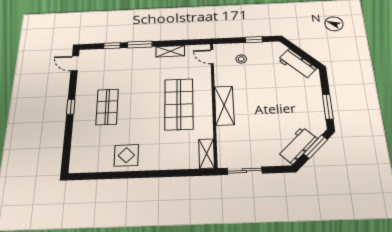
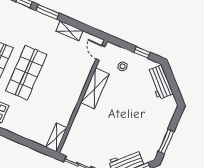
workbench: (297, 64) -> (160, 82), moved
shop shelf: (179, 104) -> (26, 73), moved
shelving: (224, 106) -> (95, 88), moved

